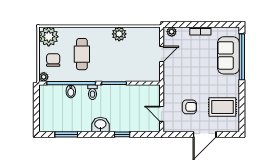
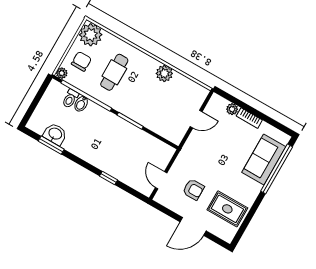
plant: (172, 32) -> (232, 109), moved
toilet: (93, 92) -> (70, 99), moved
washbasin: (100, 124) -> (55, 134), moved

